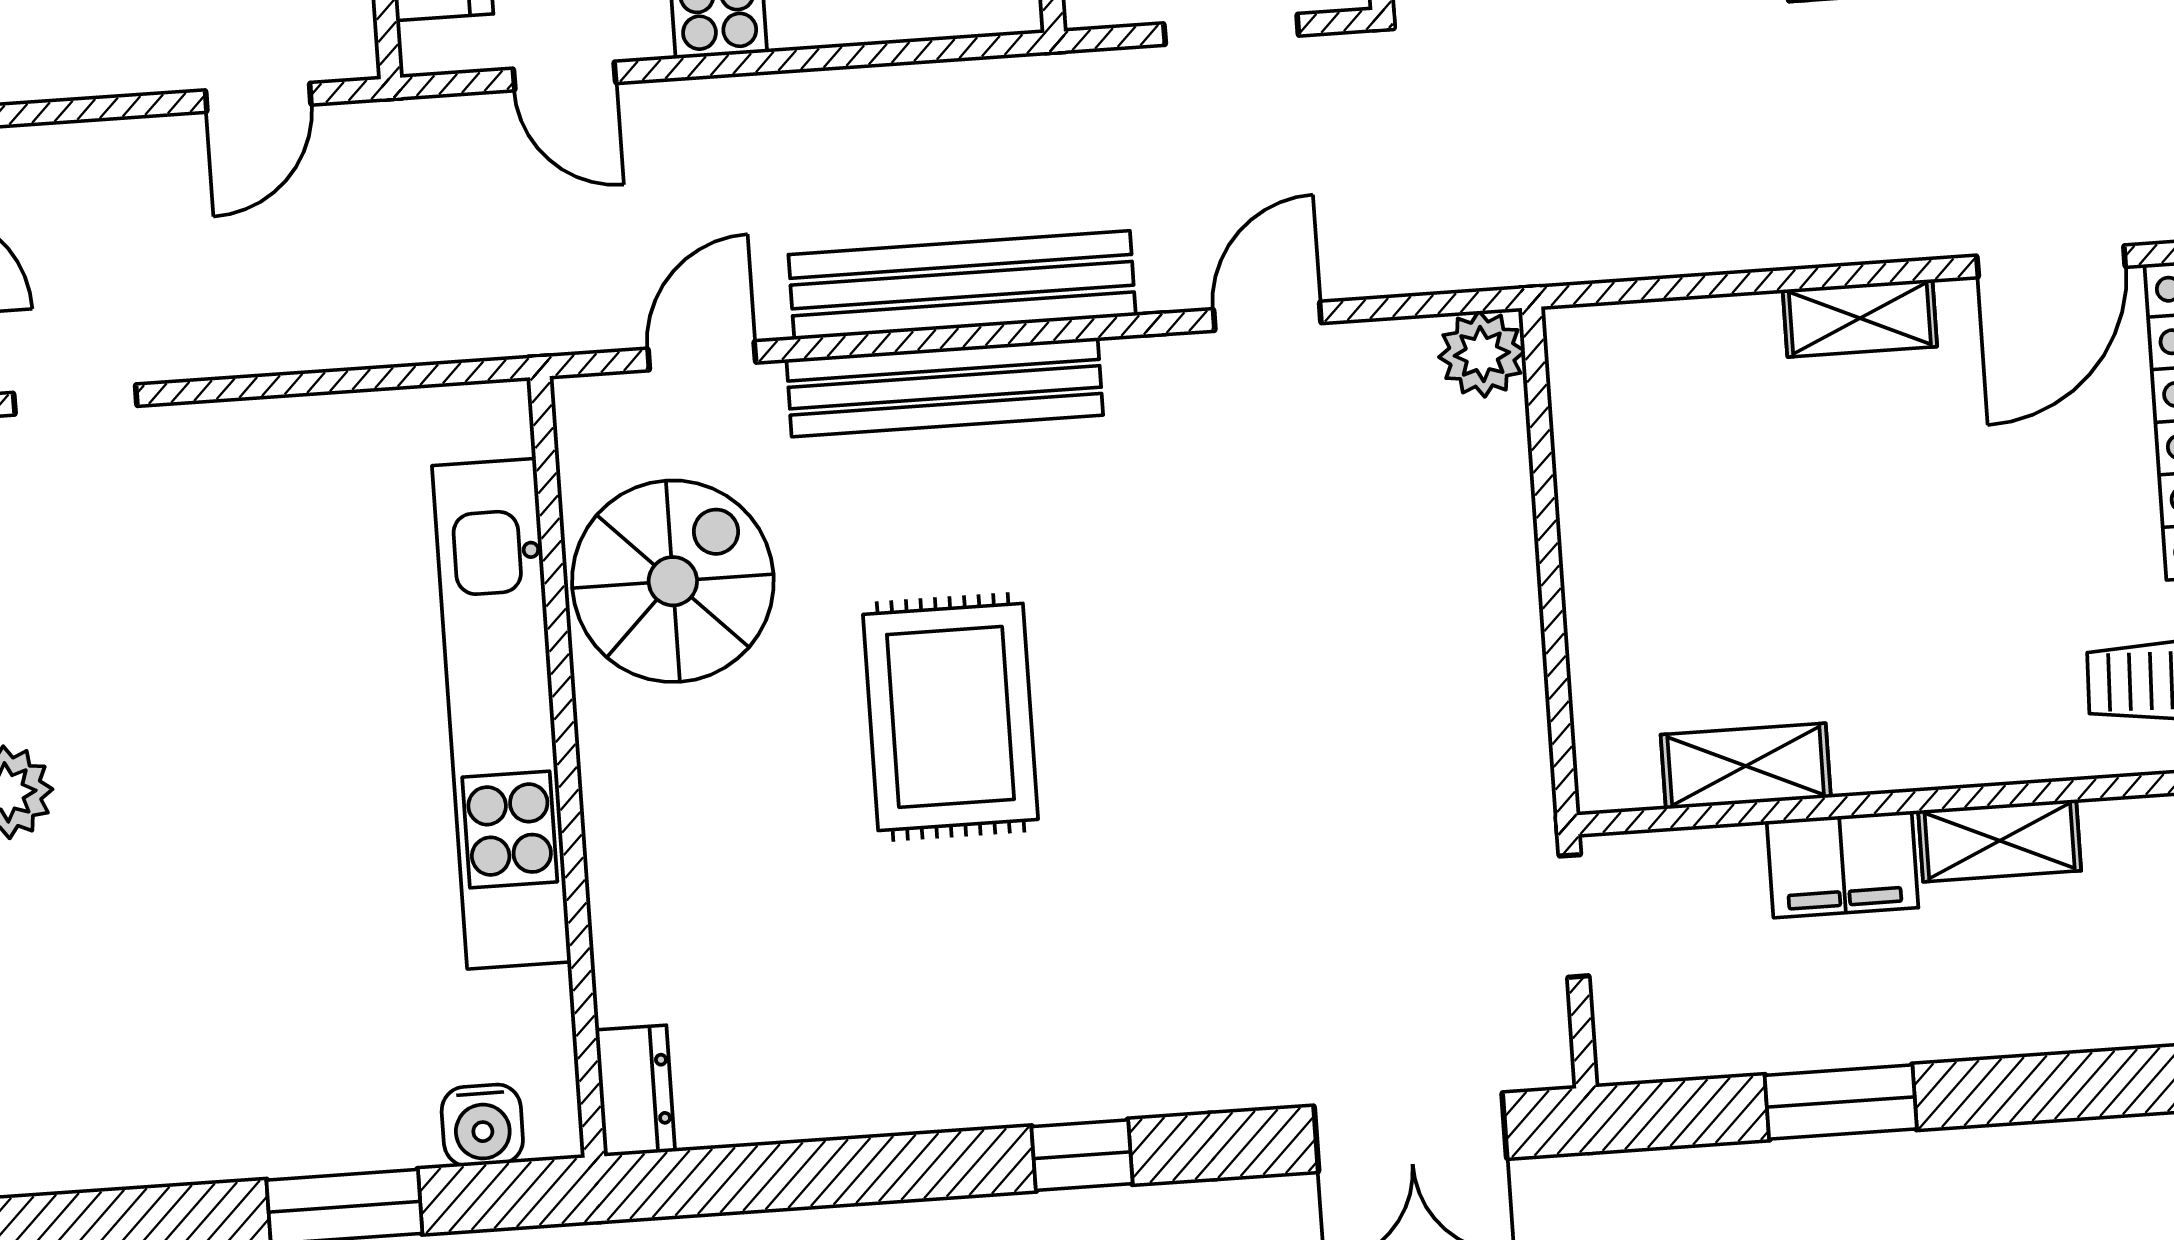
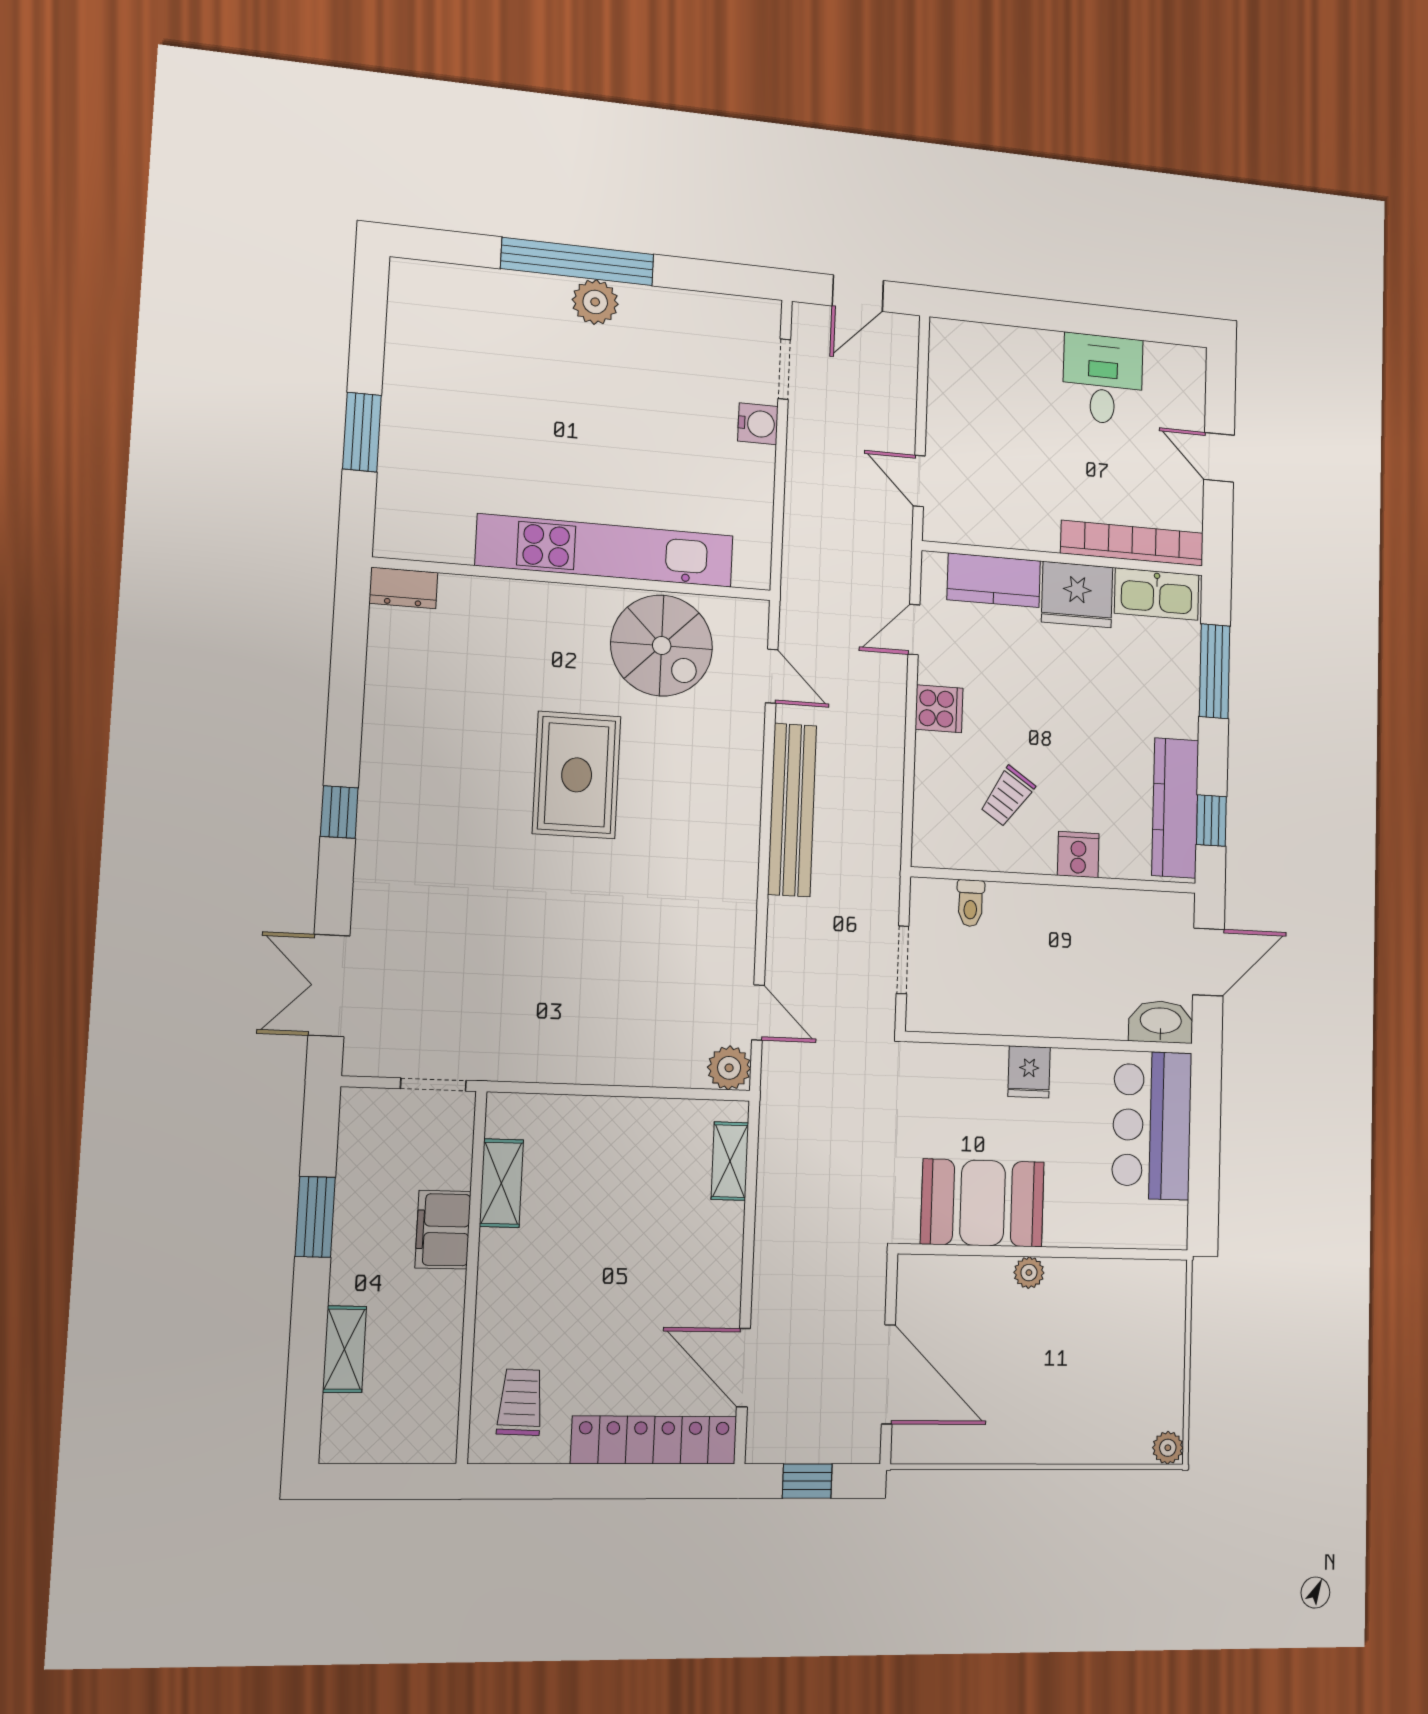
door: (1267, 316) -> (758, 1012), moved
shelving: (1860, 318) -> (730, 1161), moved
bench: (945, 387) -> (743, 794), removed
rug: (951, 717) -> (577, 775), turned 90
shelving: (2000, 841) -> (344, 1349), moved
water cooler: (482, 1125) -> (758, 424), moved, turned 180

